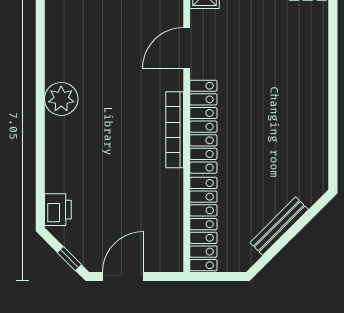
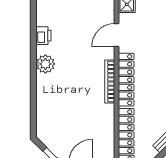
printer: (58, 210) -> (43, 36), moved

